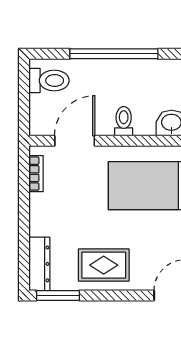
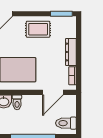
toilet: (124, 121) -> (17, 102), moved
dresser: (39, 264) -> (71, 52), moved

